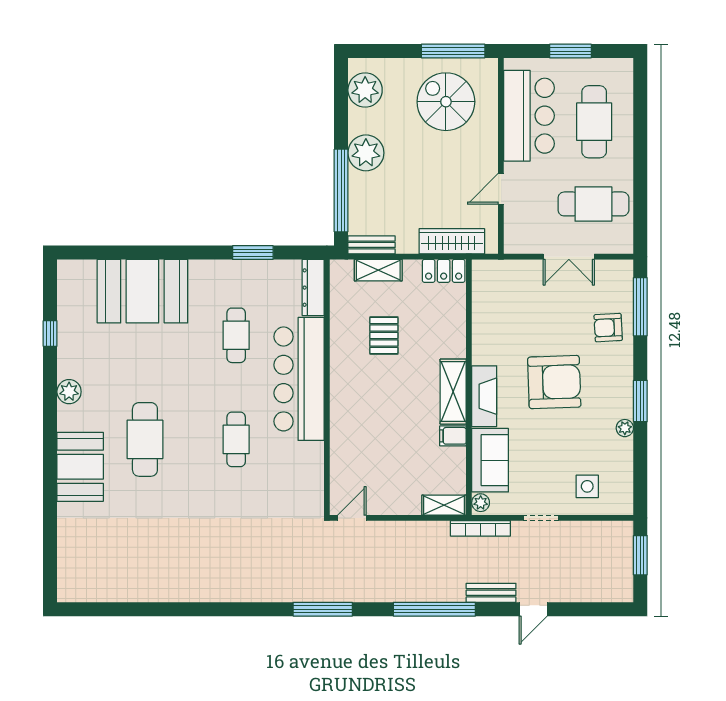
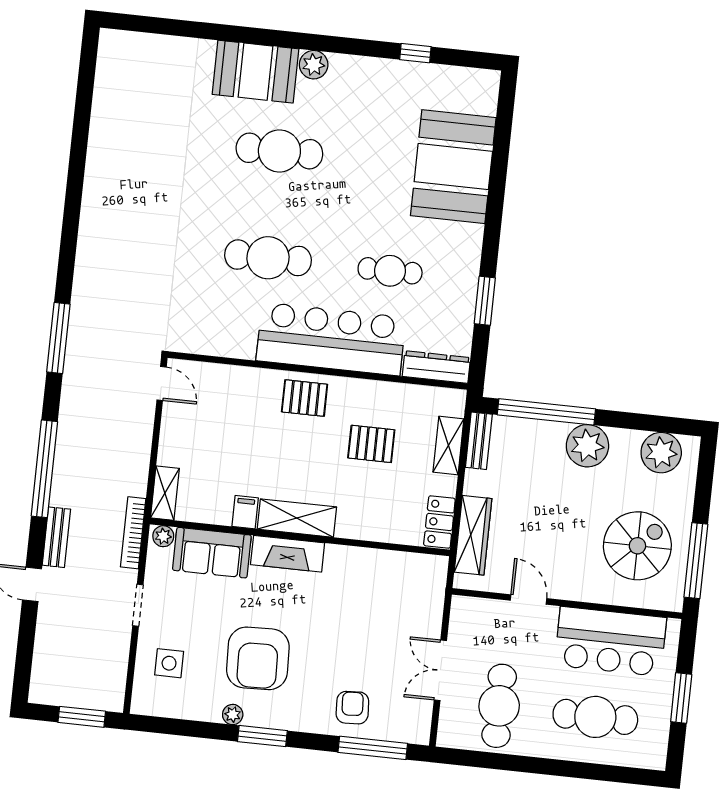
armchair: (554, 382) -> (258, 658), moved
plant: (69, 392) -> (314, 65), moved
pallet: (351, 396) -> (305, 398), added
cafe table: (236, 439) -> (268, 258), width x1.37, depth x1.35

